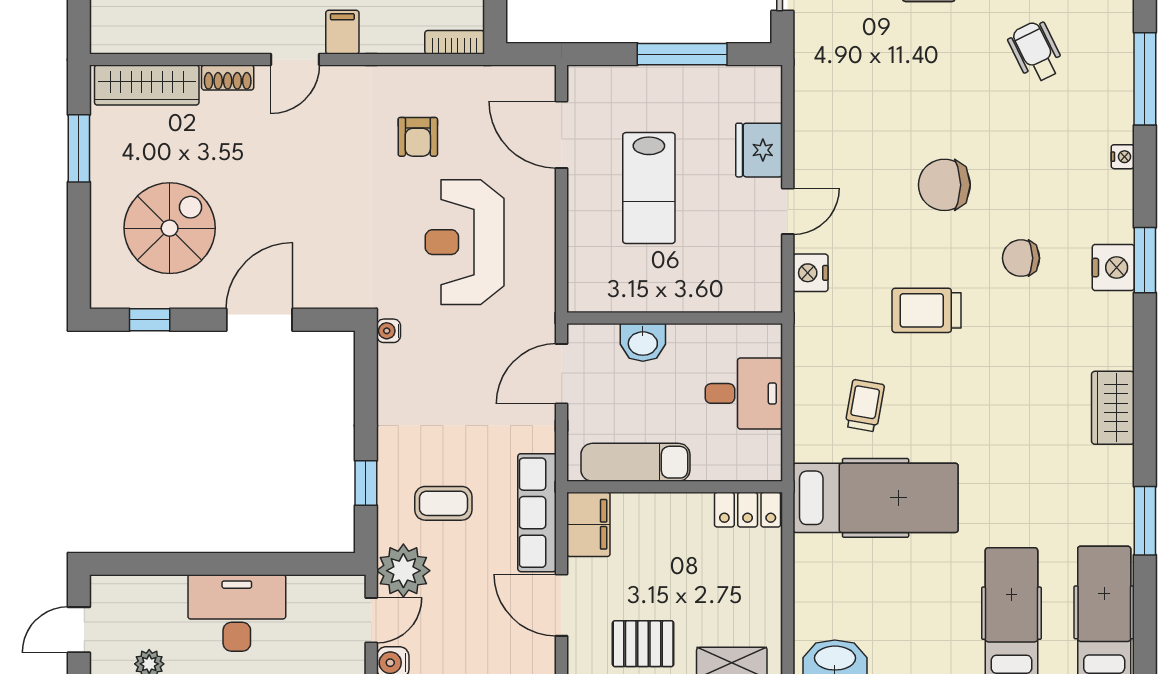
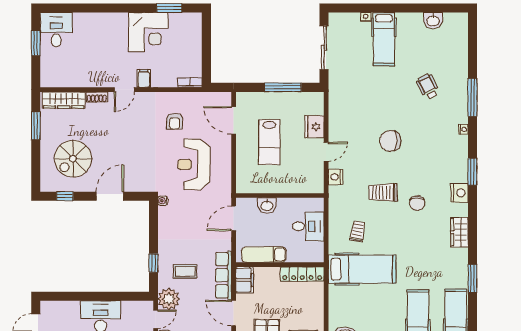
spiral stairs: (170, 228) -> (73, 159), turned 180
chair: (1021, 258) -> (417, 203), moved, turned -90
nightstand: (1113, 268) -> (460, 193), moved
locker: (748, 510) -> (302, 274), width x1.53

